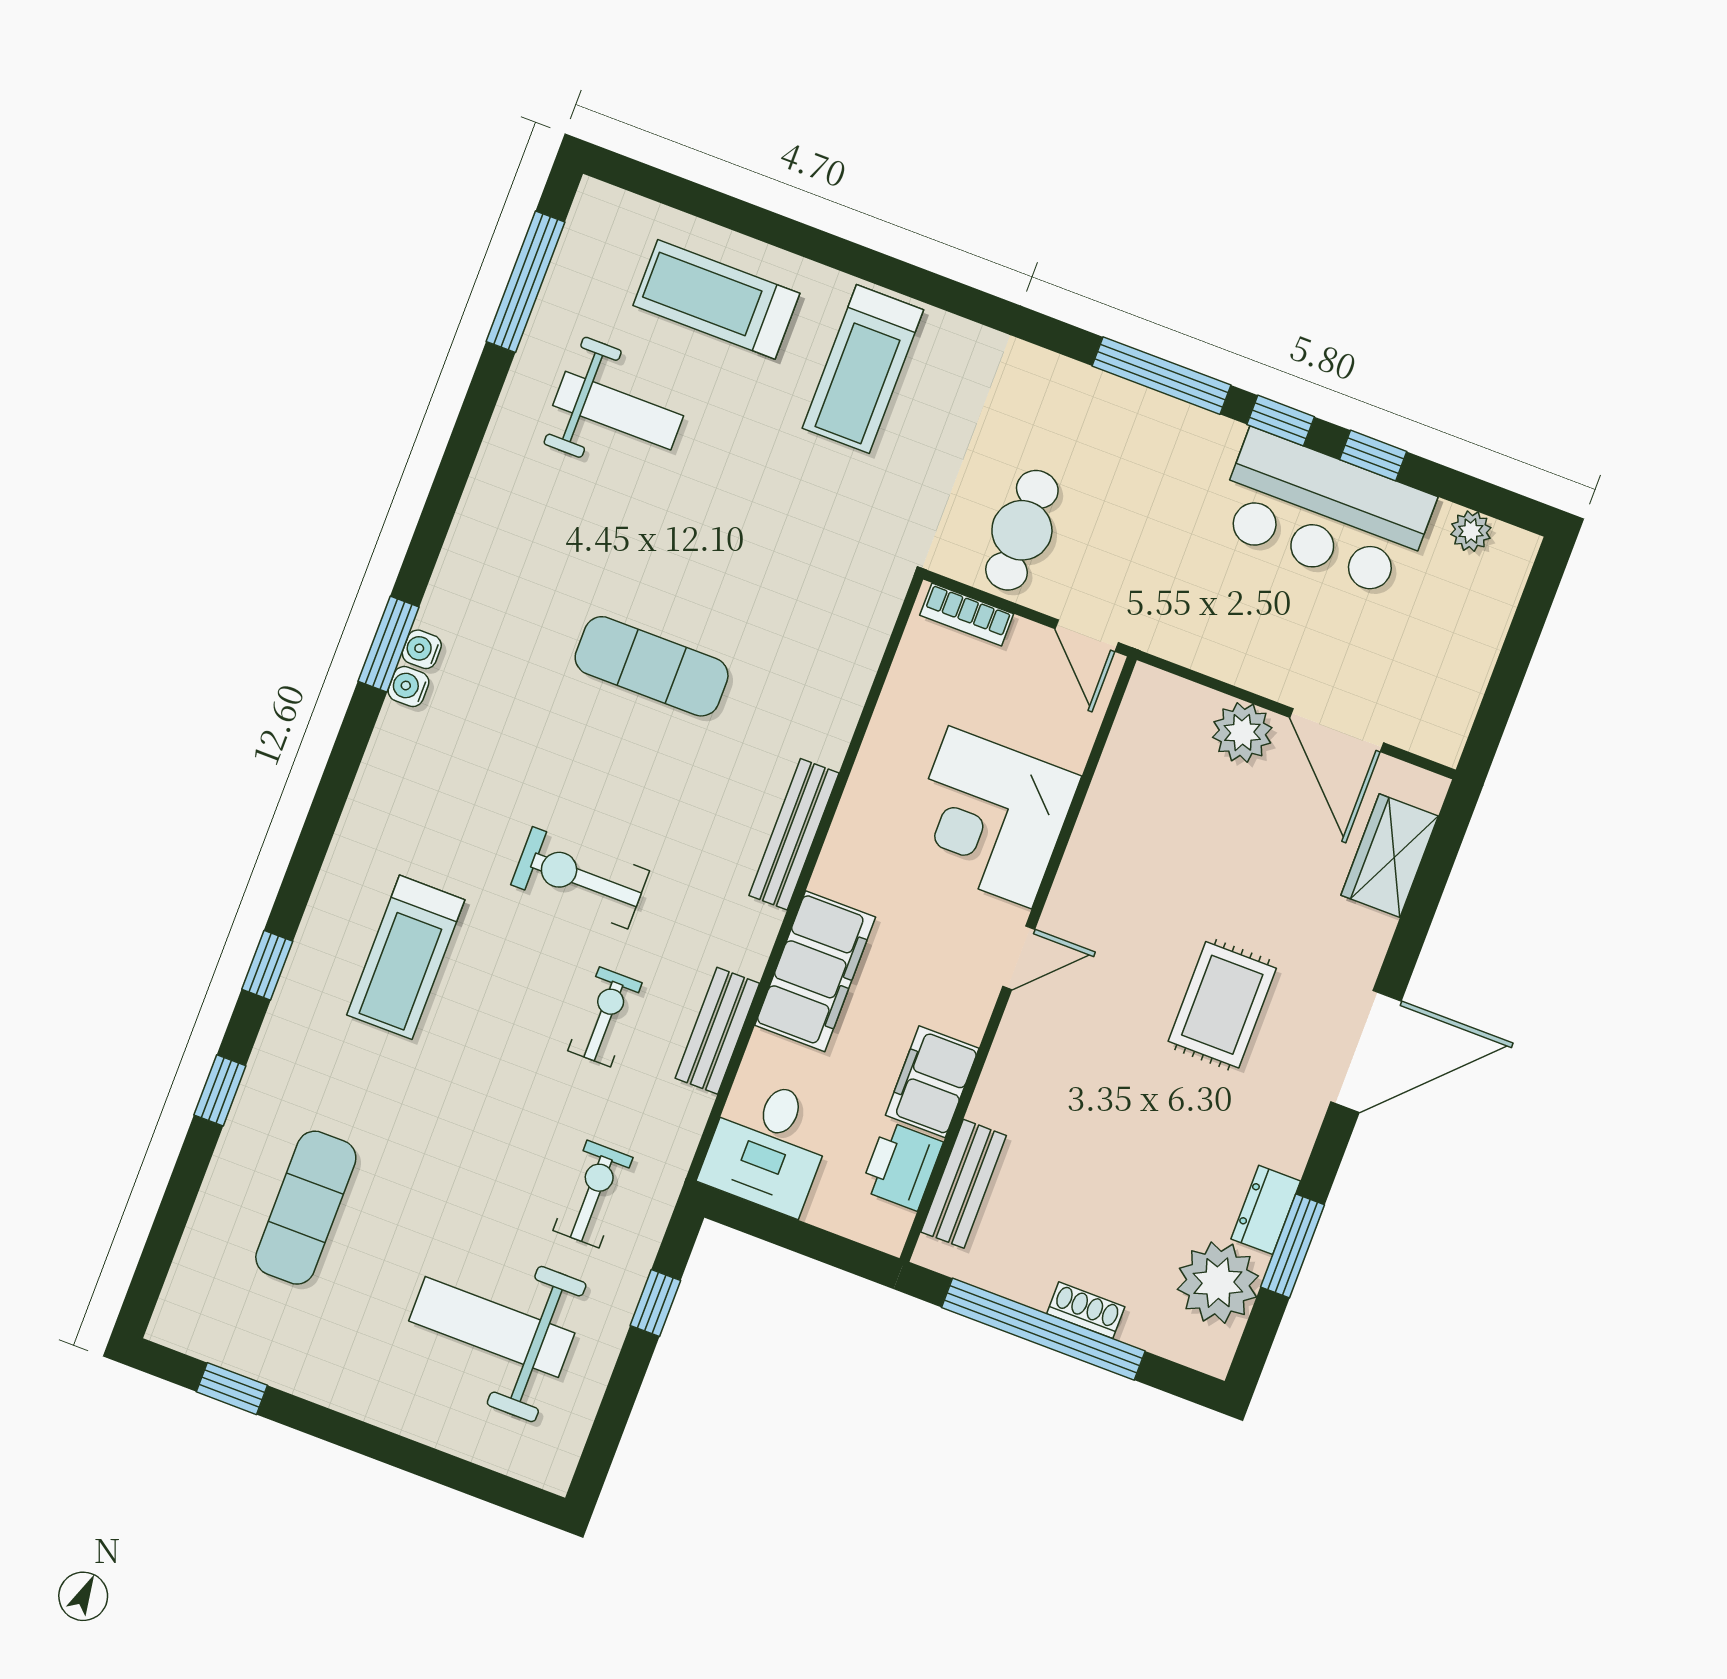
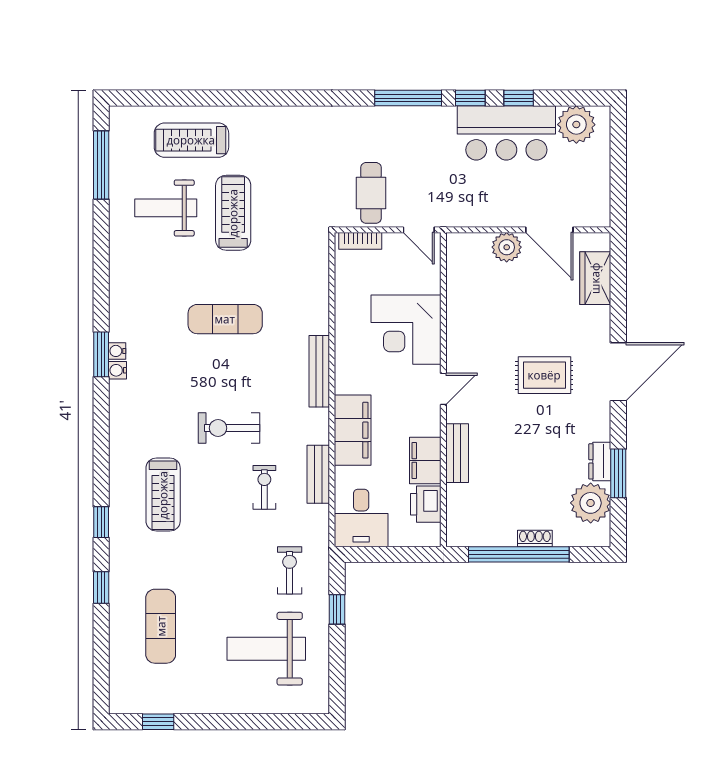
treadmill: (863, 369) -> (233, 213), moved, turned 180
weight bench: (618, 411) -> (166, 208), turned 180
plant: (1471, 531) -> (576, 125), width x1.87, depth x1.87
rug: (1222, 1005) -> (544, 375), turned 90
bench: (964, 1184) -> (457, 453), moved

